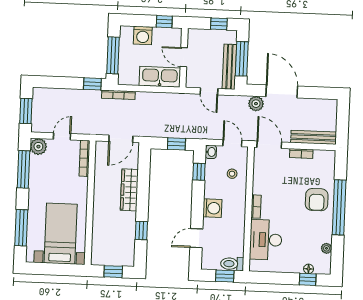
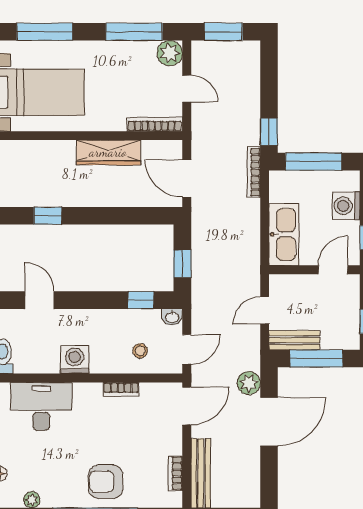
door: (184, 57) -> (333, 270), moved
bench: (229, 67) -> (294, 340), width x0.73
bookcase: (301, 153) -> (175, 473), moved
wardrobe: (129, 190) -> (108, 152), moved, turned 180
bookcase: (256, 207) -> (121, 389), moved
washing machine: (212, 208) -> (75, 360), moved, turned 180

